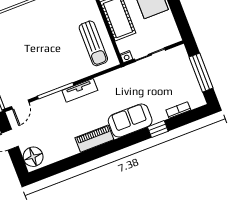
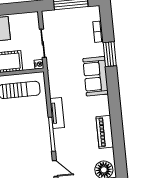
window: (158, 129) -> (110, 54), width x1.50
piano: (94, 139) -> (105, 132), moved

